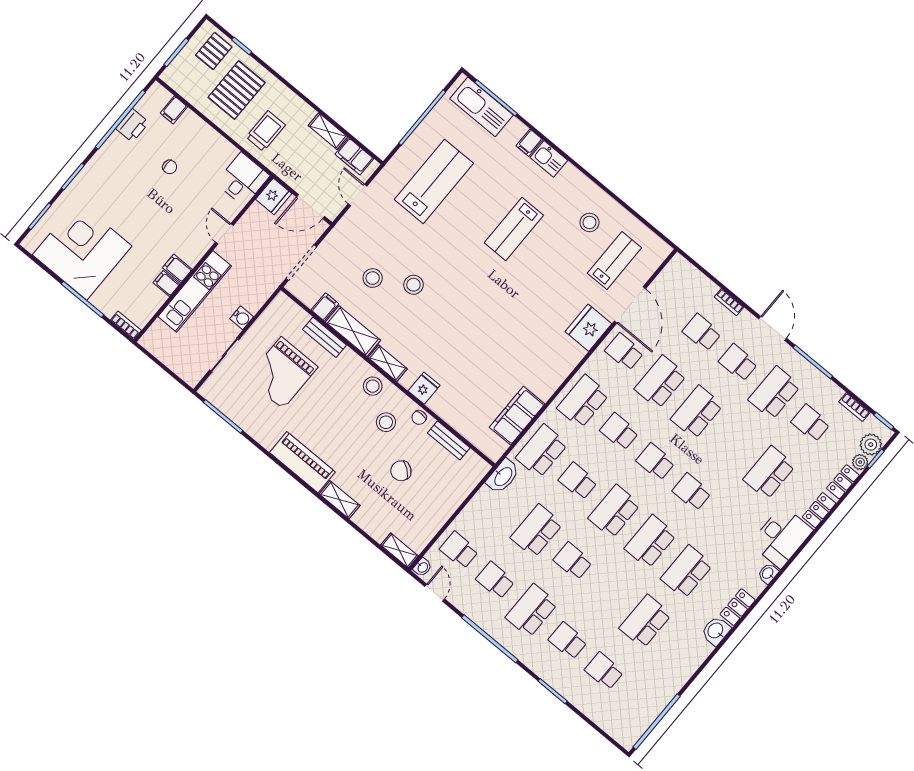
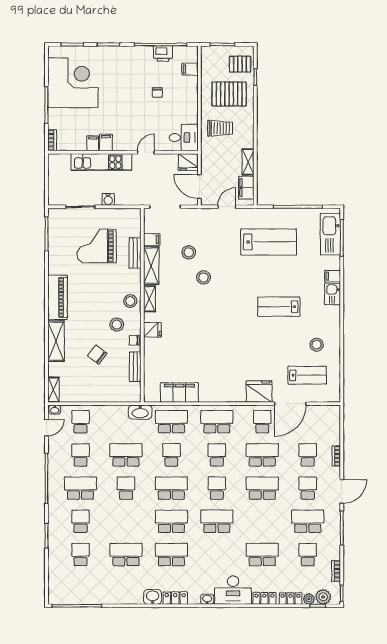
school desk: (692, 492) -> (217, 521), width x1.85
shelving: (340, 500) -> (56, 341), width x1.50, depth x1.33

